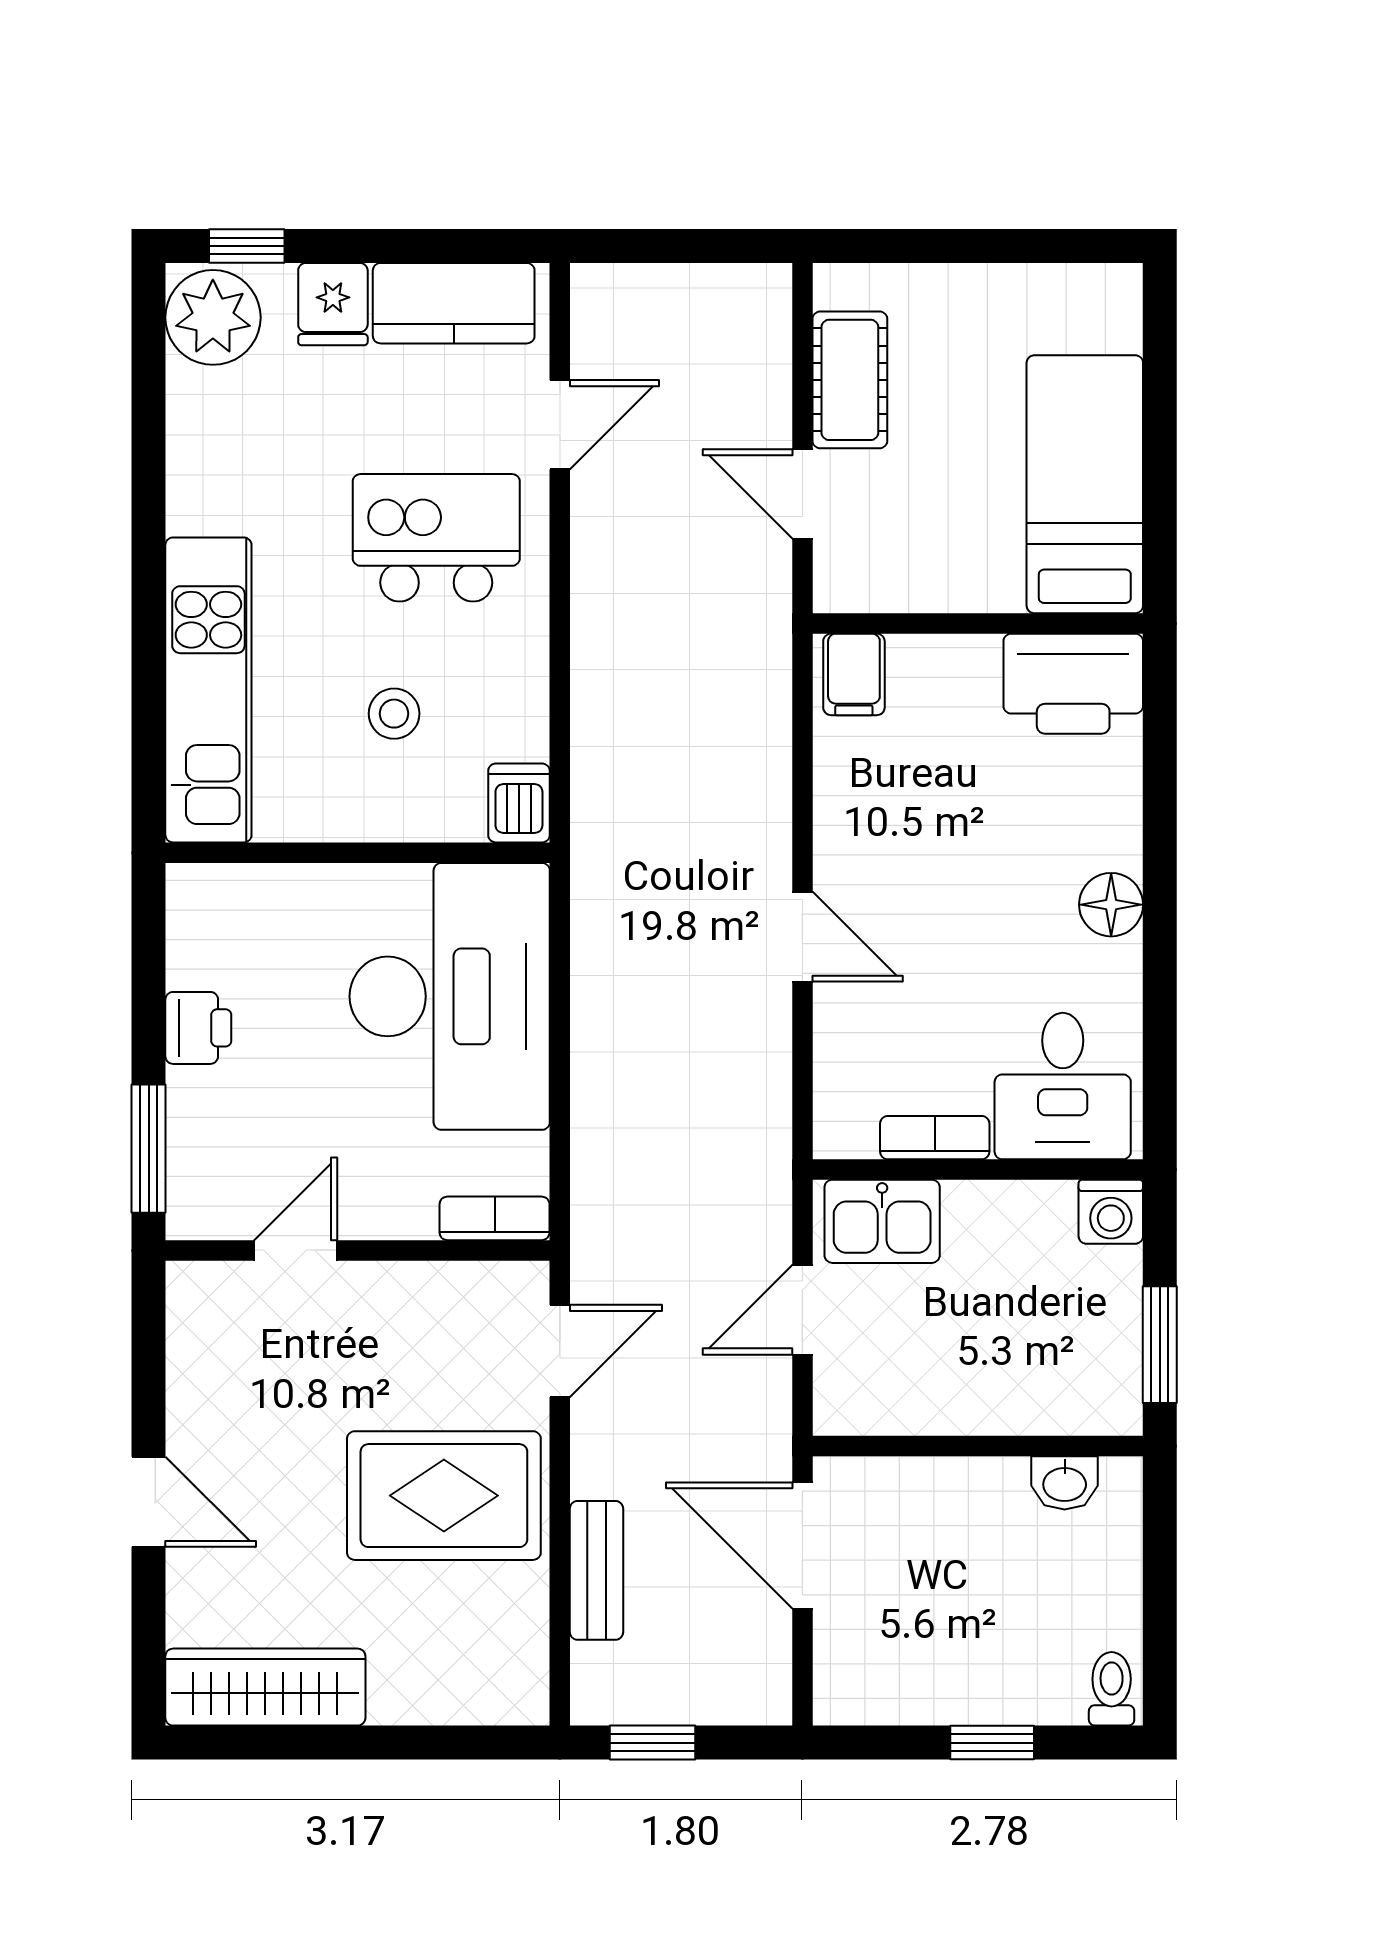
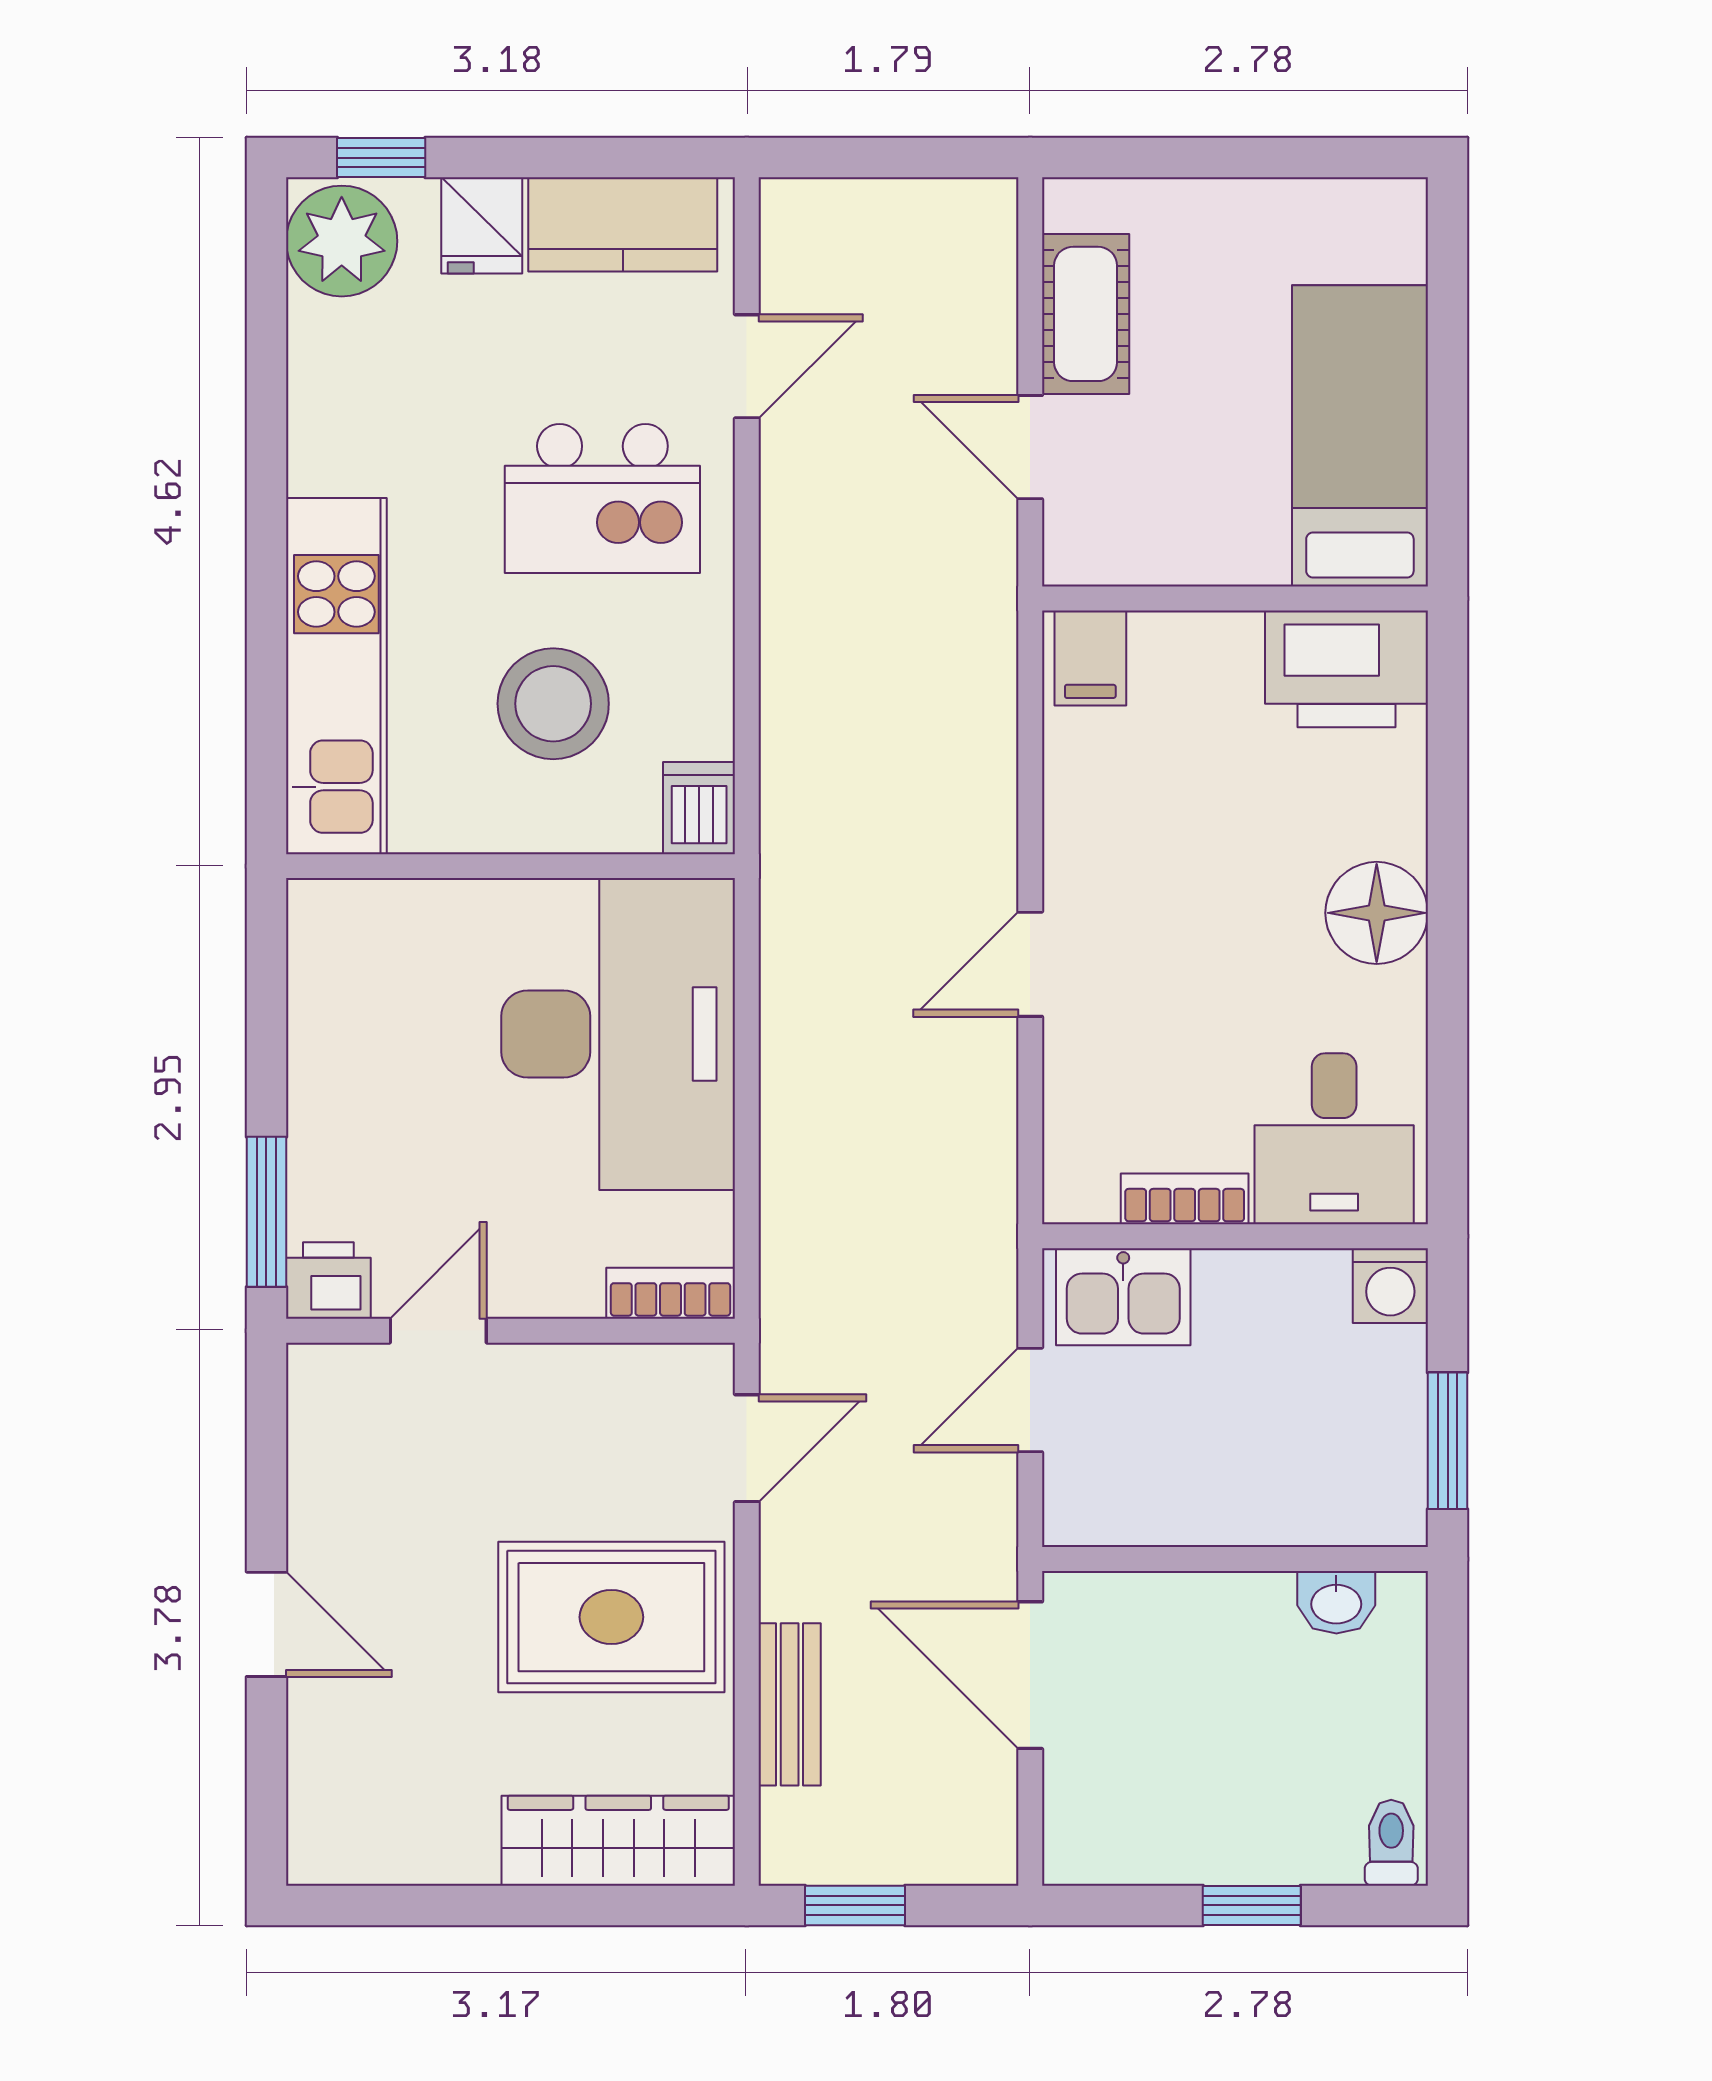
kitchen island: (436, 538) -> (602, 498), turned 180
stool: (394, 714) -> (553, 704), width x1.89, depth x1.89
floor lamp: (1111, 905) -> (1377, 913), width x1.38, depth x1.38
door: (802, 937) -> (1030, 964), swing flipped
printer: (198, 1028) -> (328, 1281), moved, turned -90
wardrobe: (265, 1687) -> (618, 1841), moved

